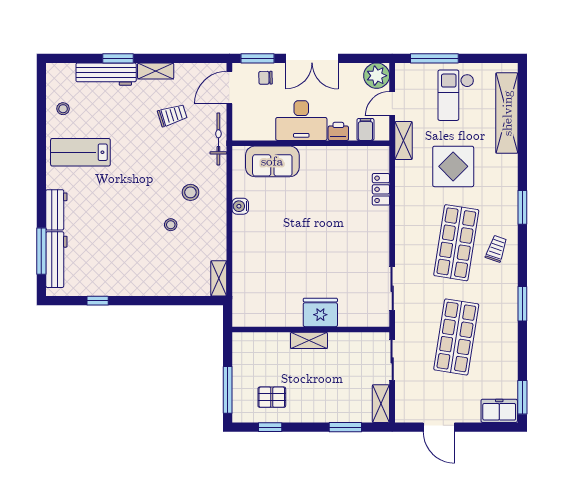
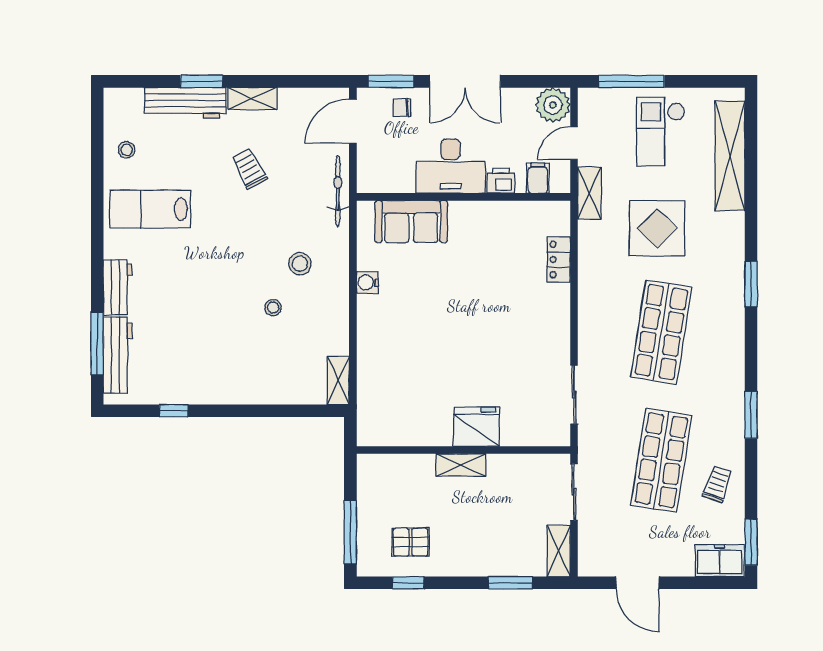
trolley: (172, 115) -> (249, 169), moved, turned -101
trolley: (496, 249) -> (717, 484), moved

